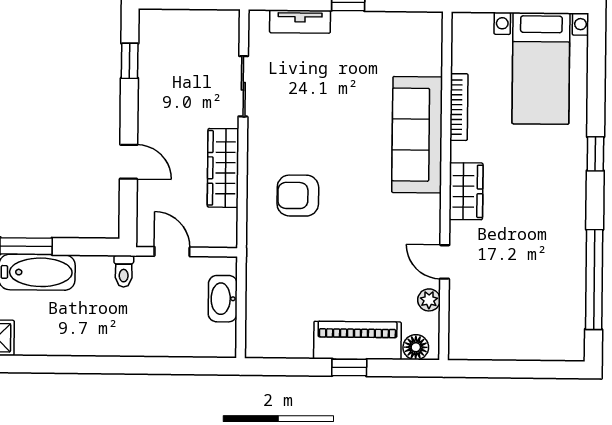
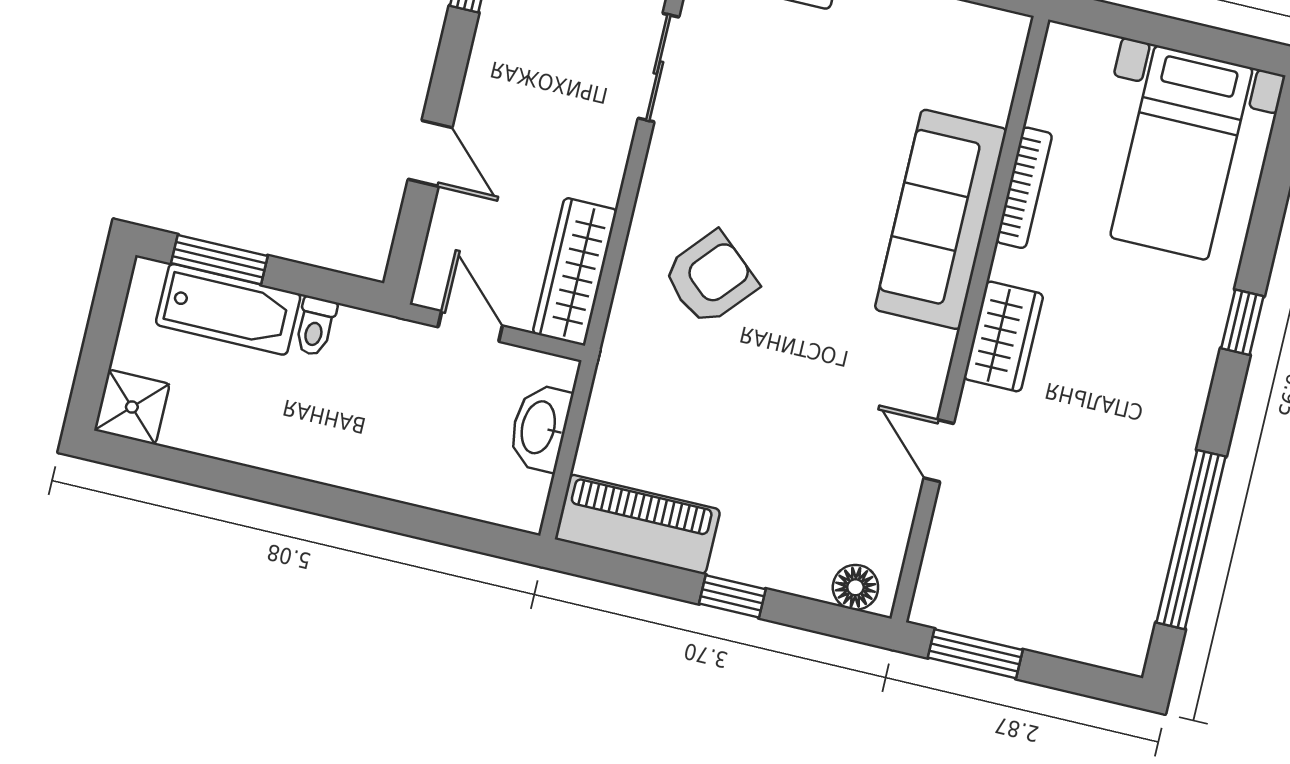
wardrobe: (223, 168) -> (575, 272), moved
armchair: (298, 196) -> (710, 278), turned 131
toilet: (124, 271) -> (315, 326), moved
plant: (429, 300) -> (897, 510), removed
piano: (357, 340) -> (637, 524), moved
window: (490, 369) -> (975, 654), added

